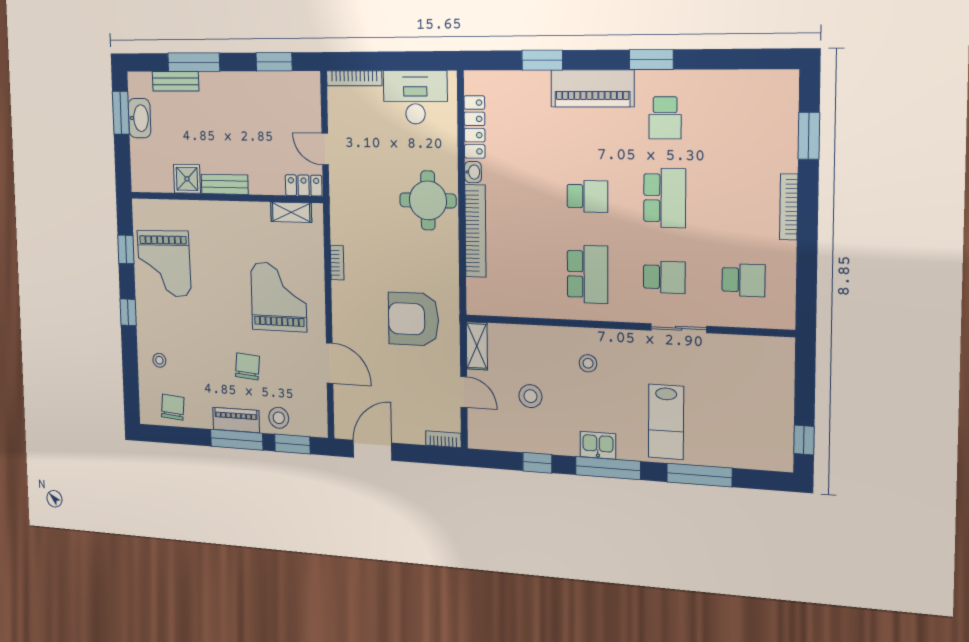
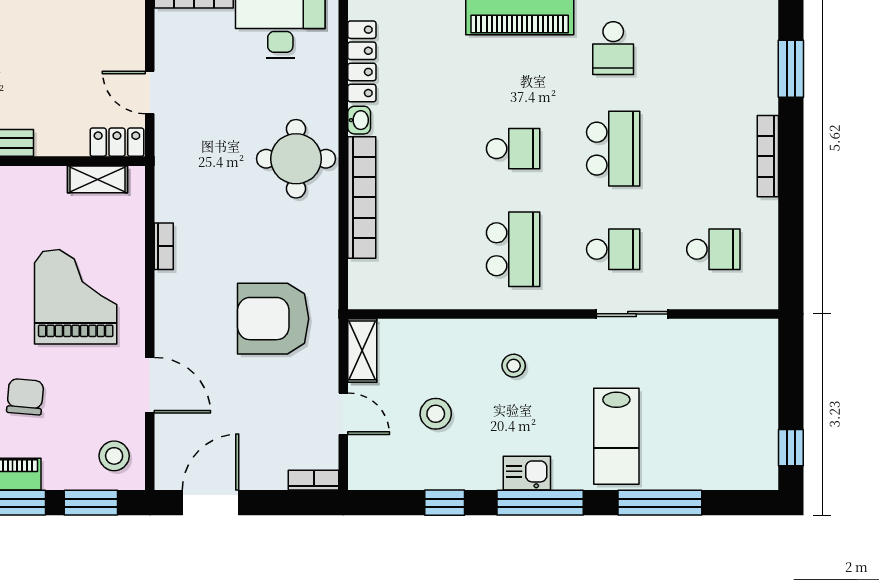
stool: (279, 418) -> (114, 456), moved

